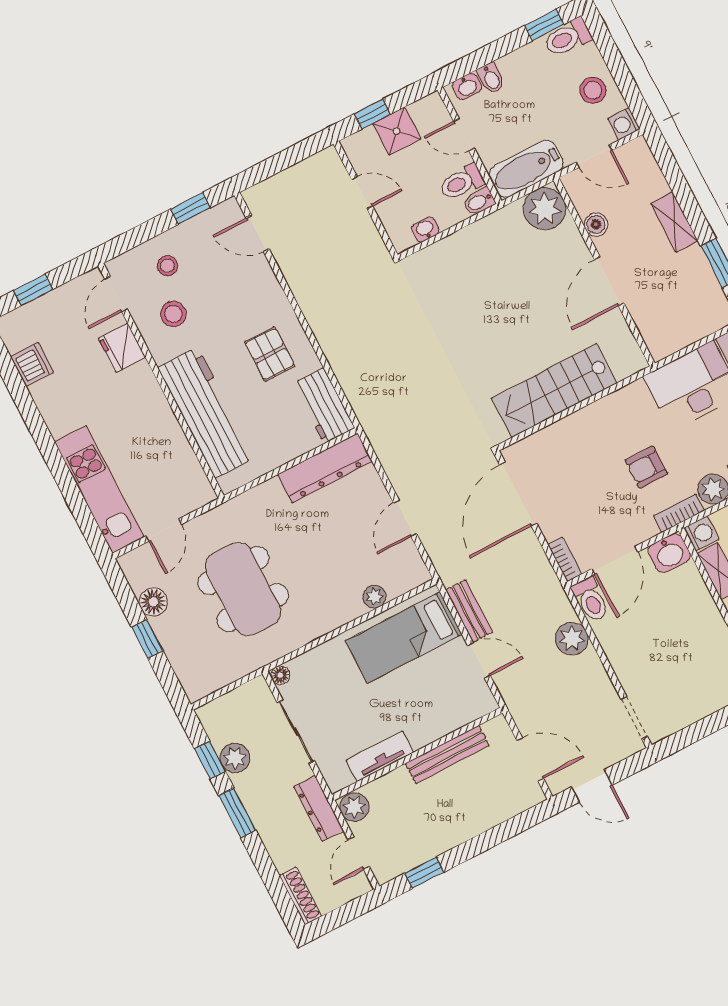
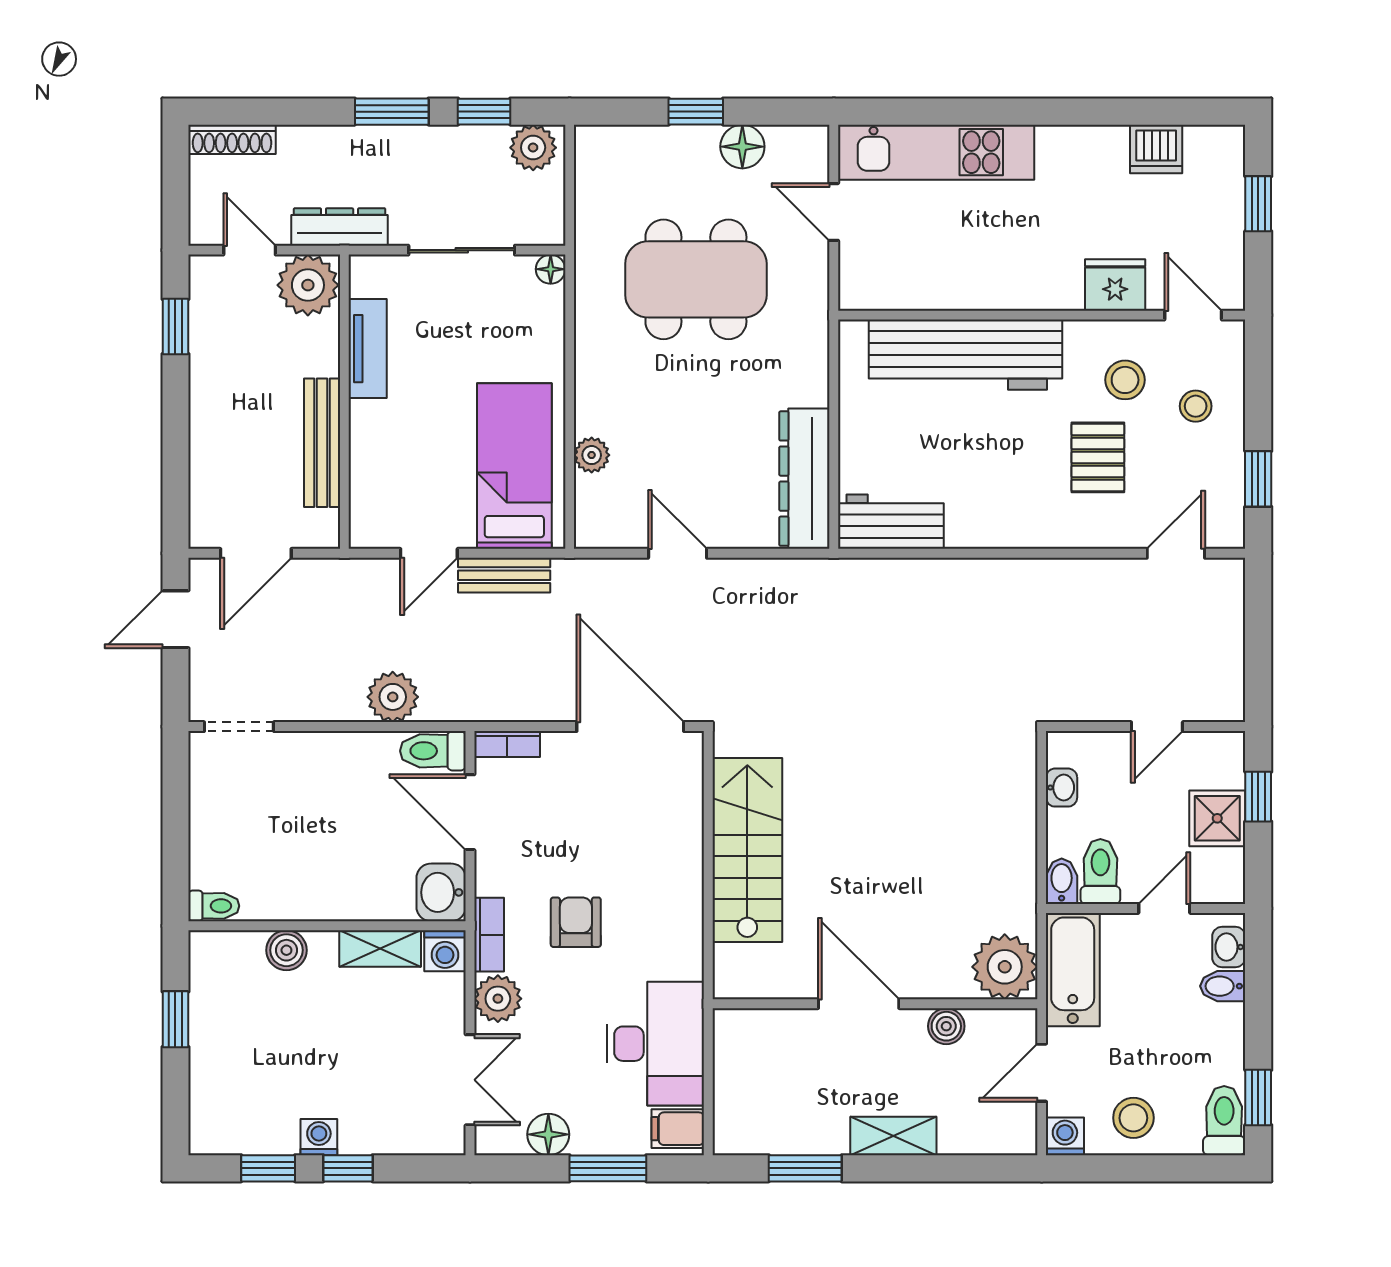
pallet: (270, 354) -> (1098, 457), moved, turned 90
plant: (235, 758) -> (533, 148), moved
plant: (354, 807) -> (308, 285), width x1.36, depth x1.36

